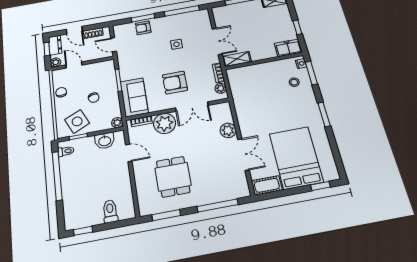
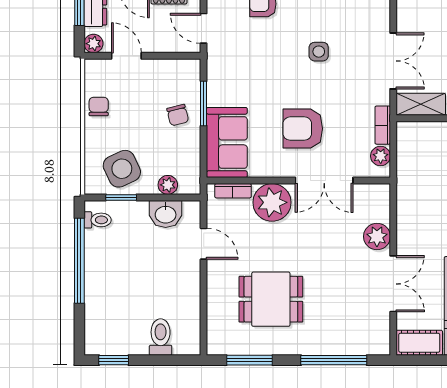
chair: (94, 98) -> (178, 115), moved
plant: (117, 123) -> (168, 185), moved
dining table: (173, 177) -> (271, 299), turned 90

